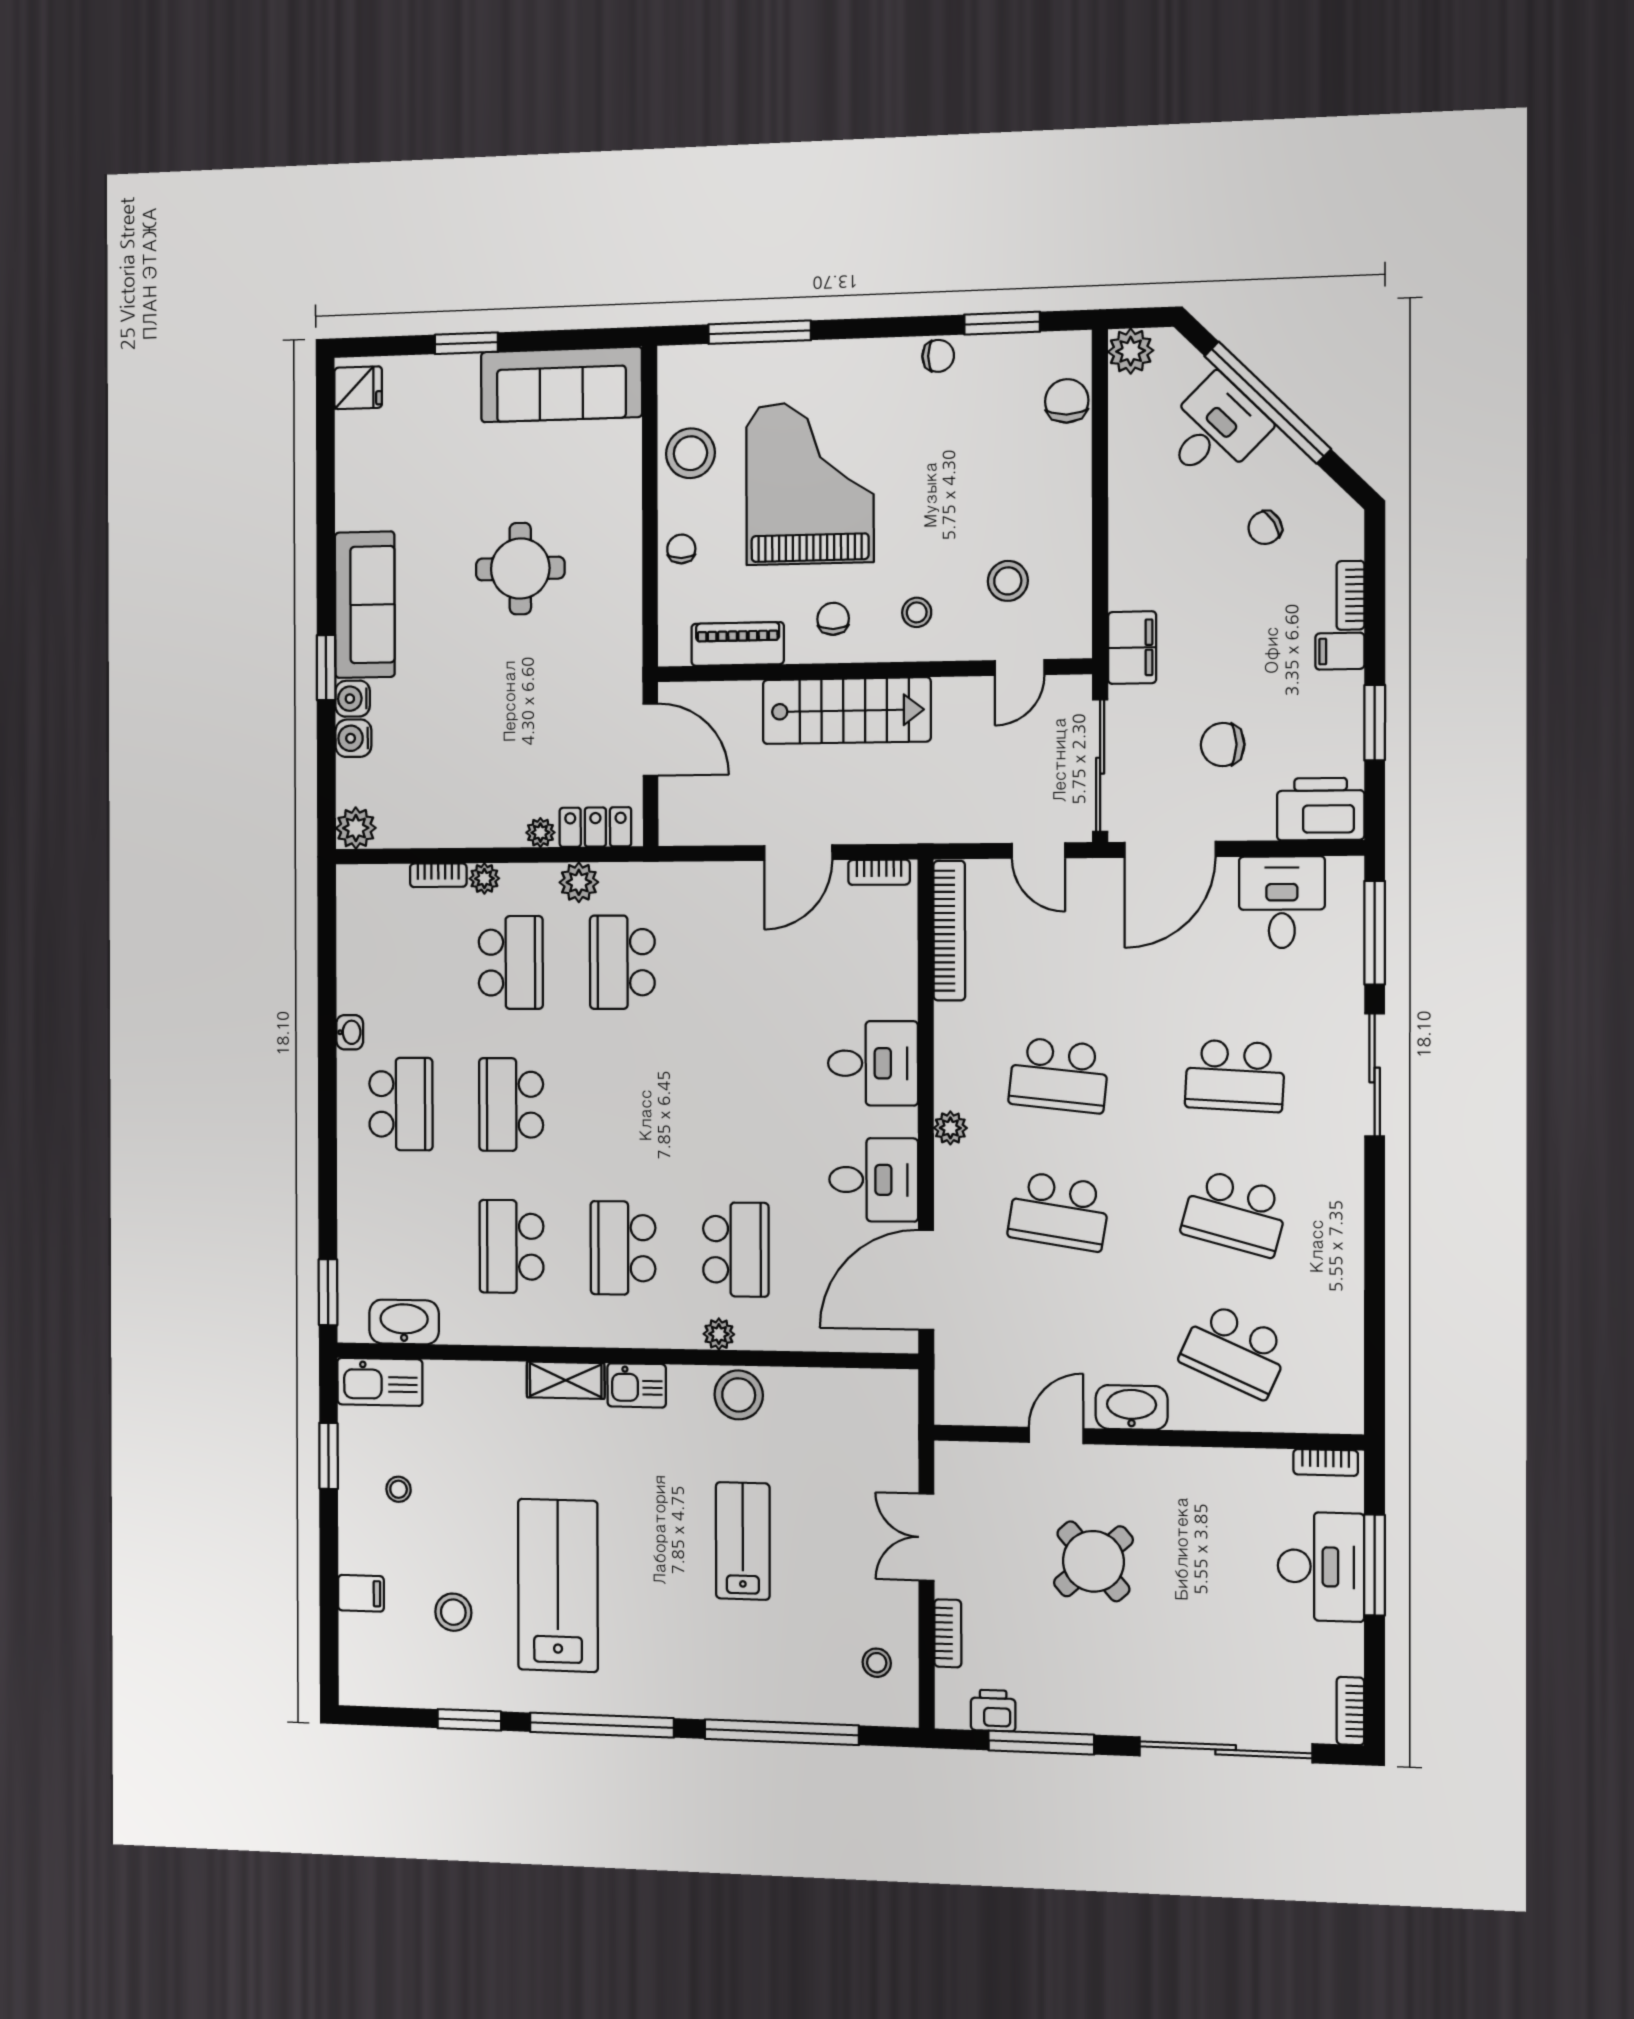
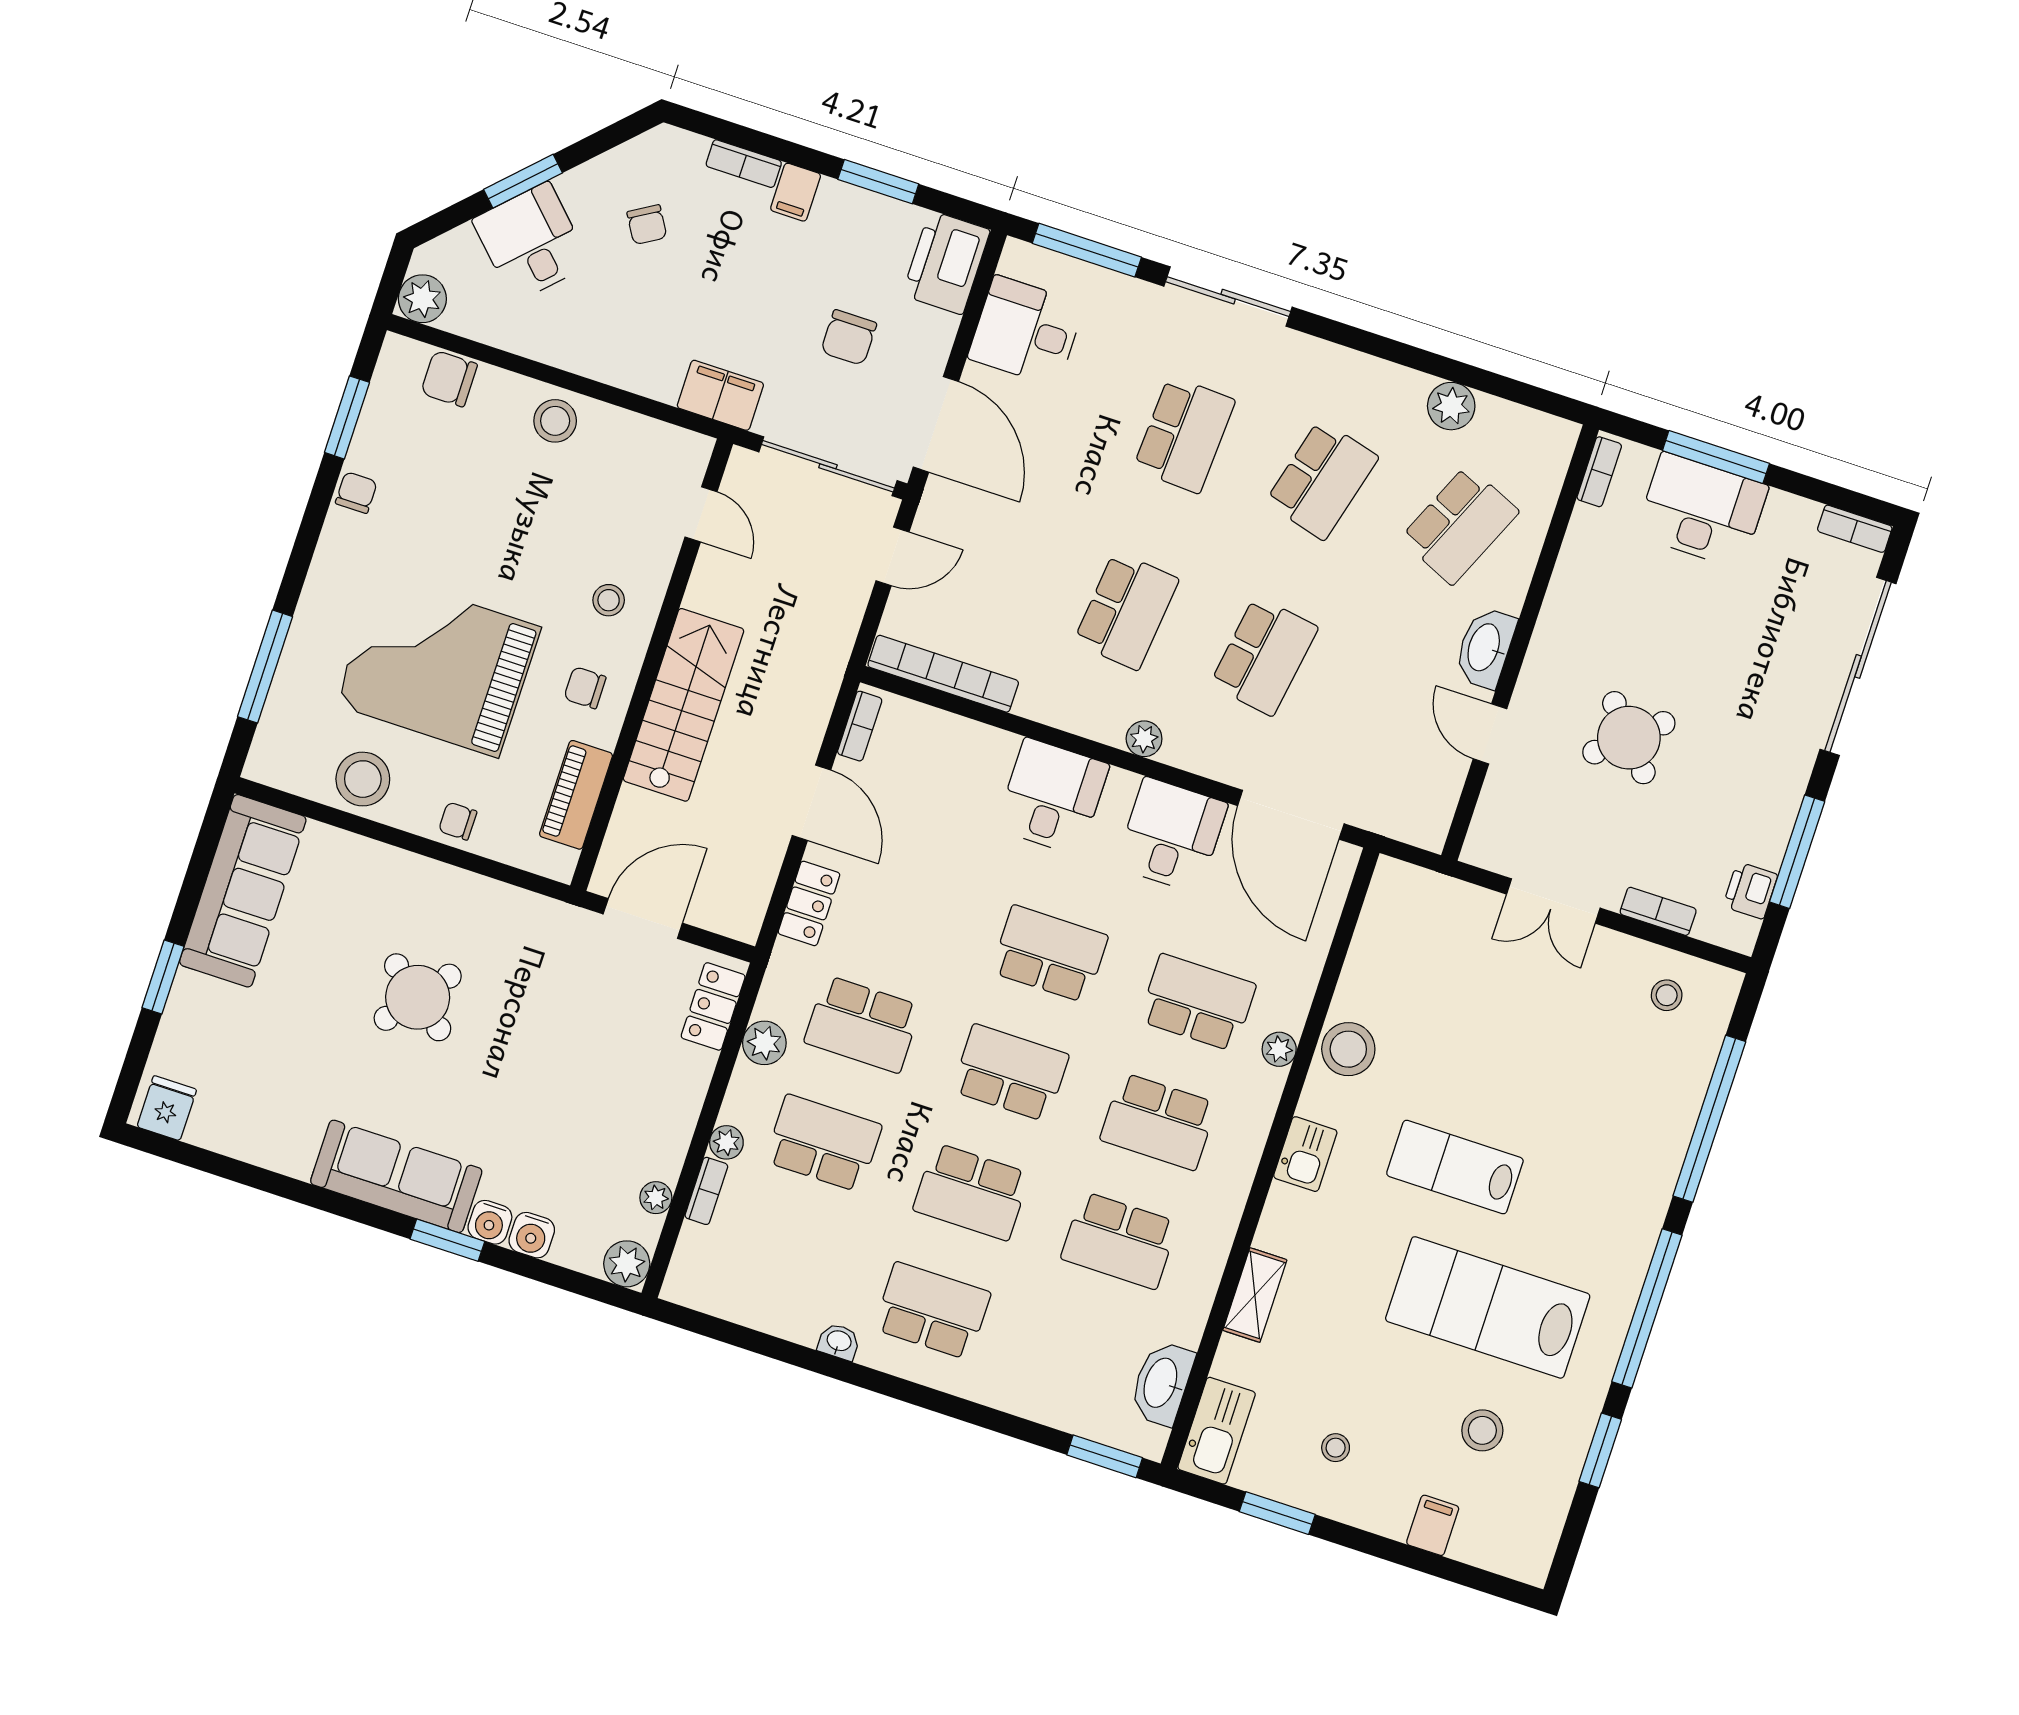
window: (1268, 402) -> (523, 181), width x0.47
round table: (520, 569) -> (418, 997), turned 38
stool: (1008, 581) -> (555, 421), moved
plant: (540, 833) -> (656, 1198), moved
locker: (711, 880) -> (809, 903), added
school desk: (623, 1105) -> (1010, 1073), added
school desk: (736, 1106) -> (1050, 954), added
plant: (1341, 1309) -> (1451, 406), added
shelving: (566, 1380) -> (1255, 1295), moved
lab bench: (743, 1541) -> (1455, 1167), moved

